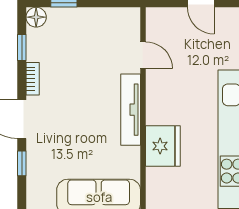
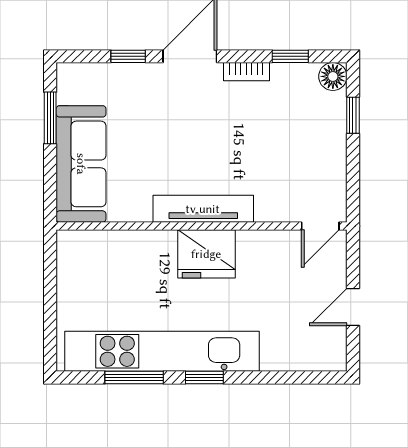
door: (143, 55) -> (320, 226), moved
fridge: (163, 146) -> (206, 254), moved

